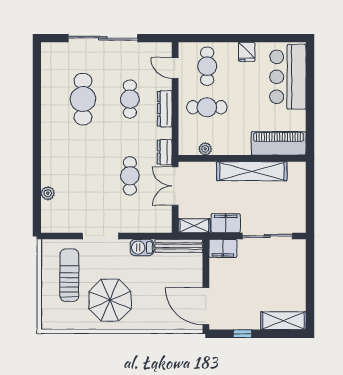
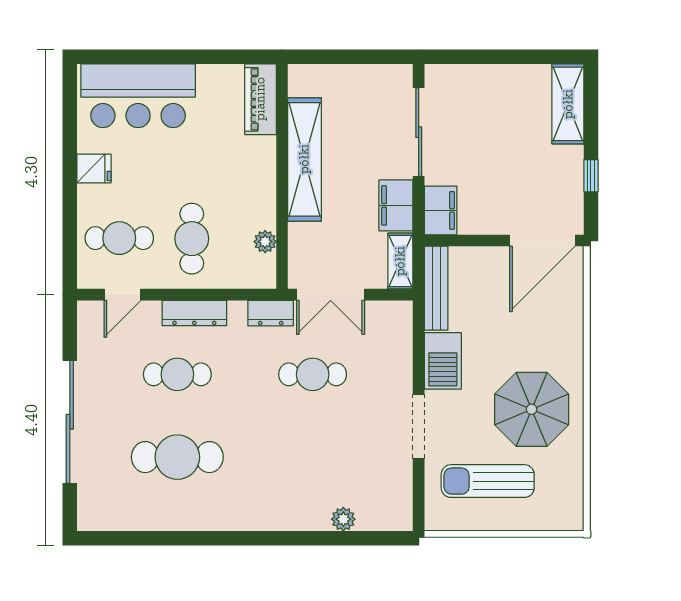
piano: (279, 143) -> (260, 99), width x0.73, depth x0.75
barbecue: (142, 248) -> (443, 361), width x1.38, depth x1.27

